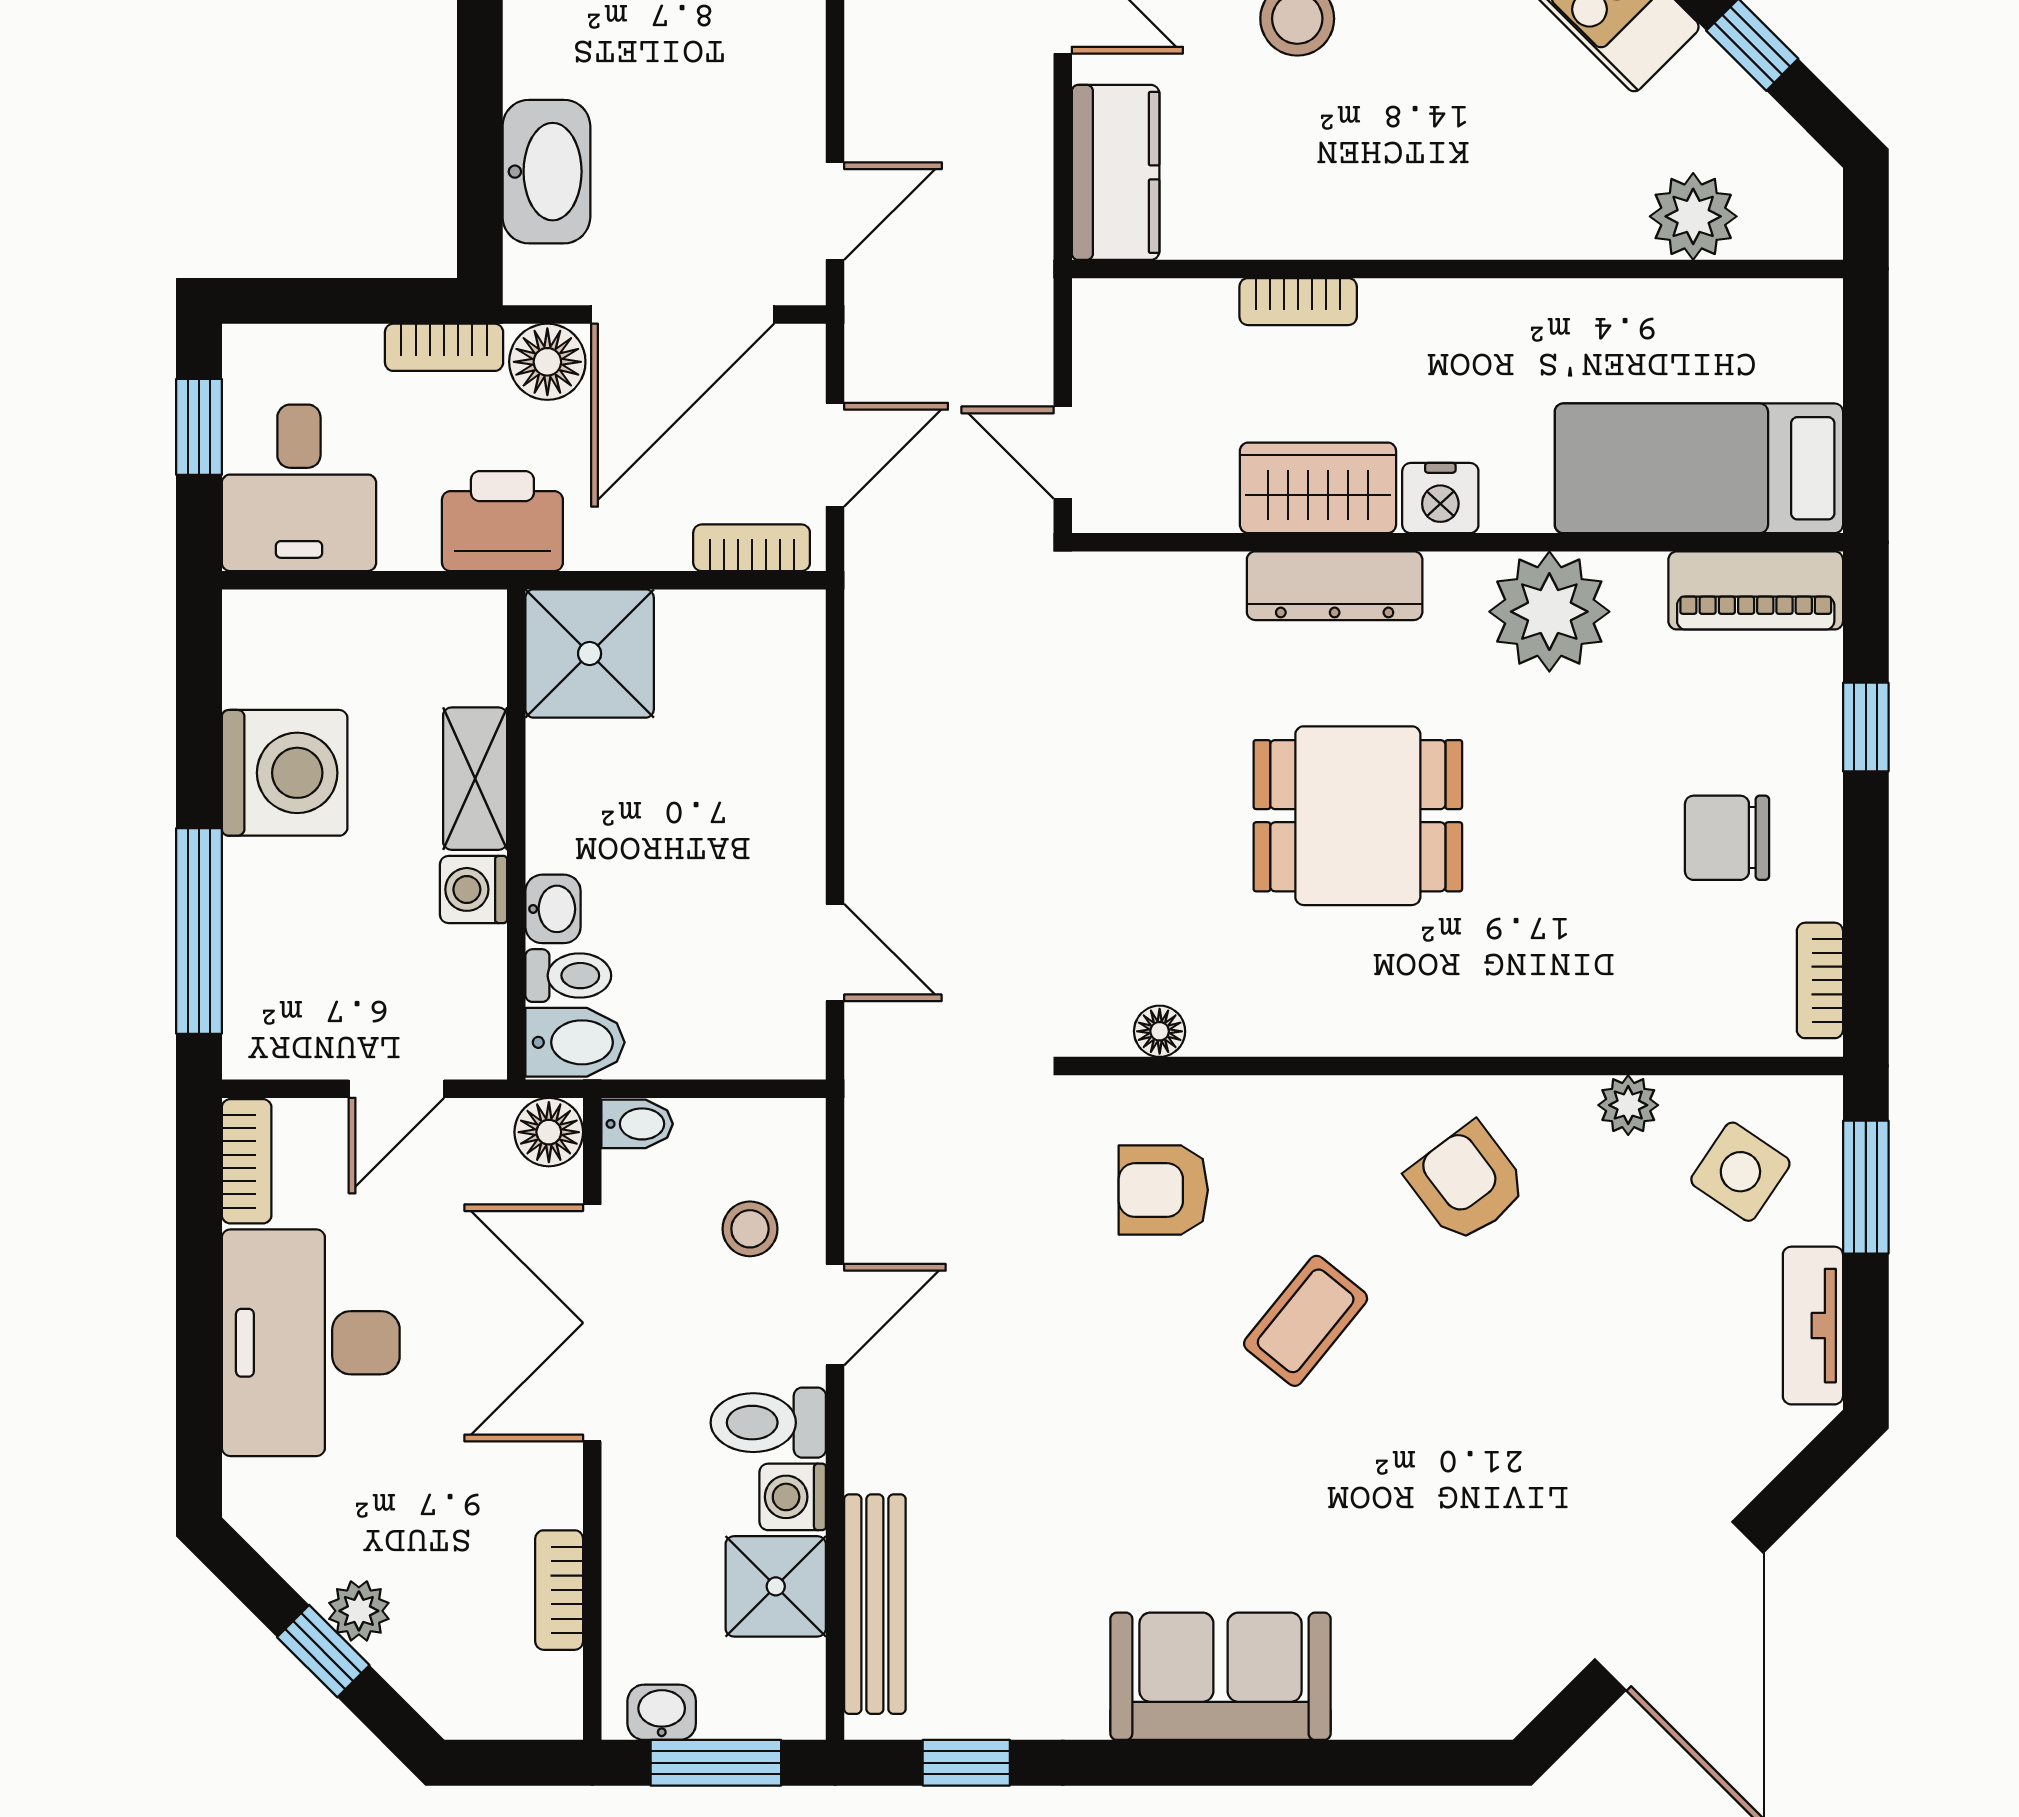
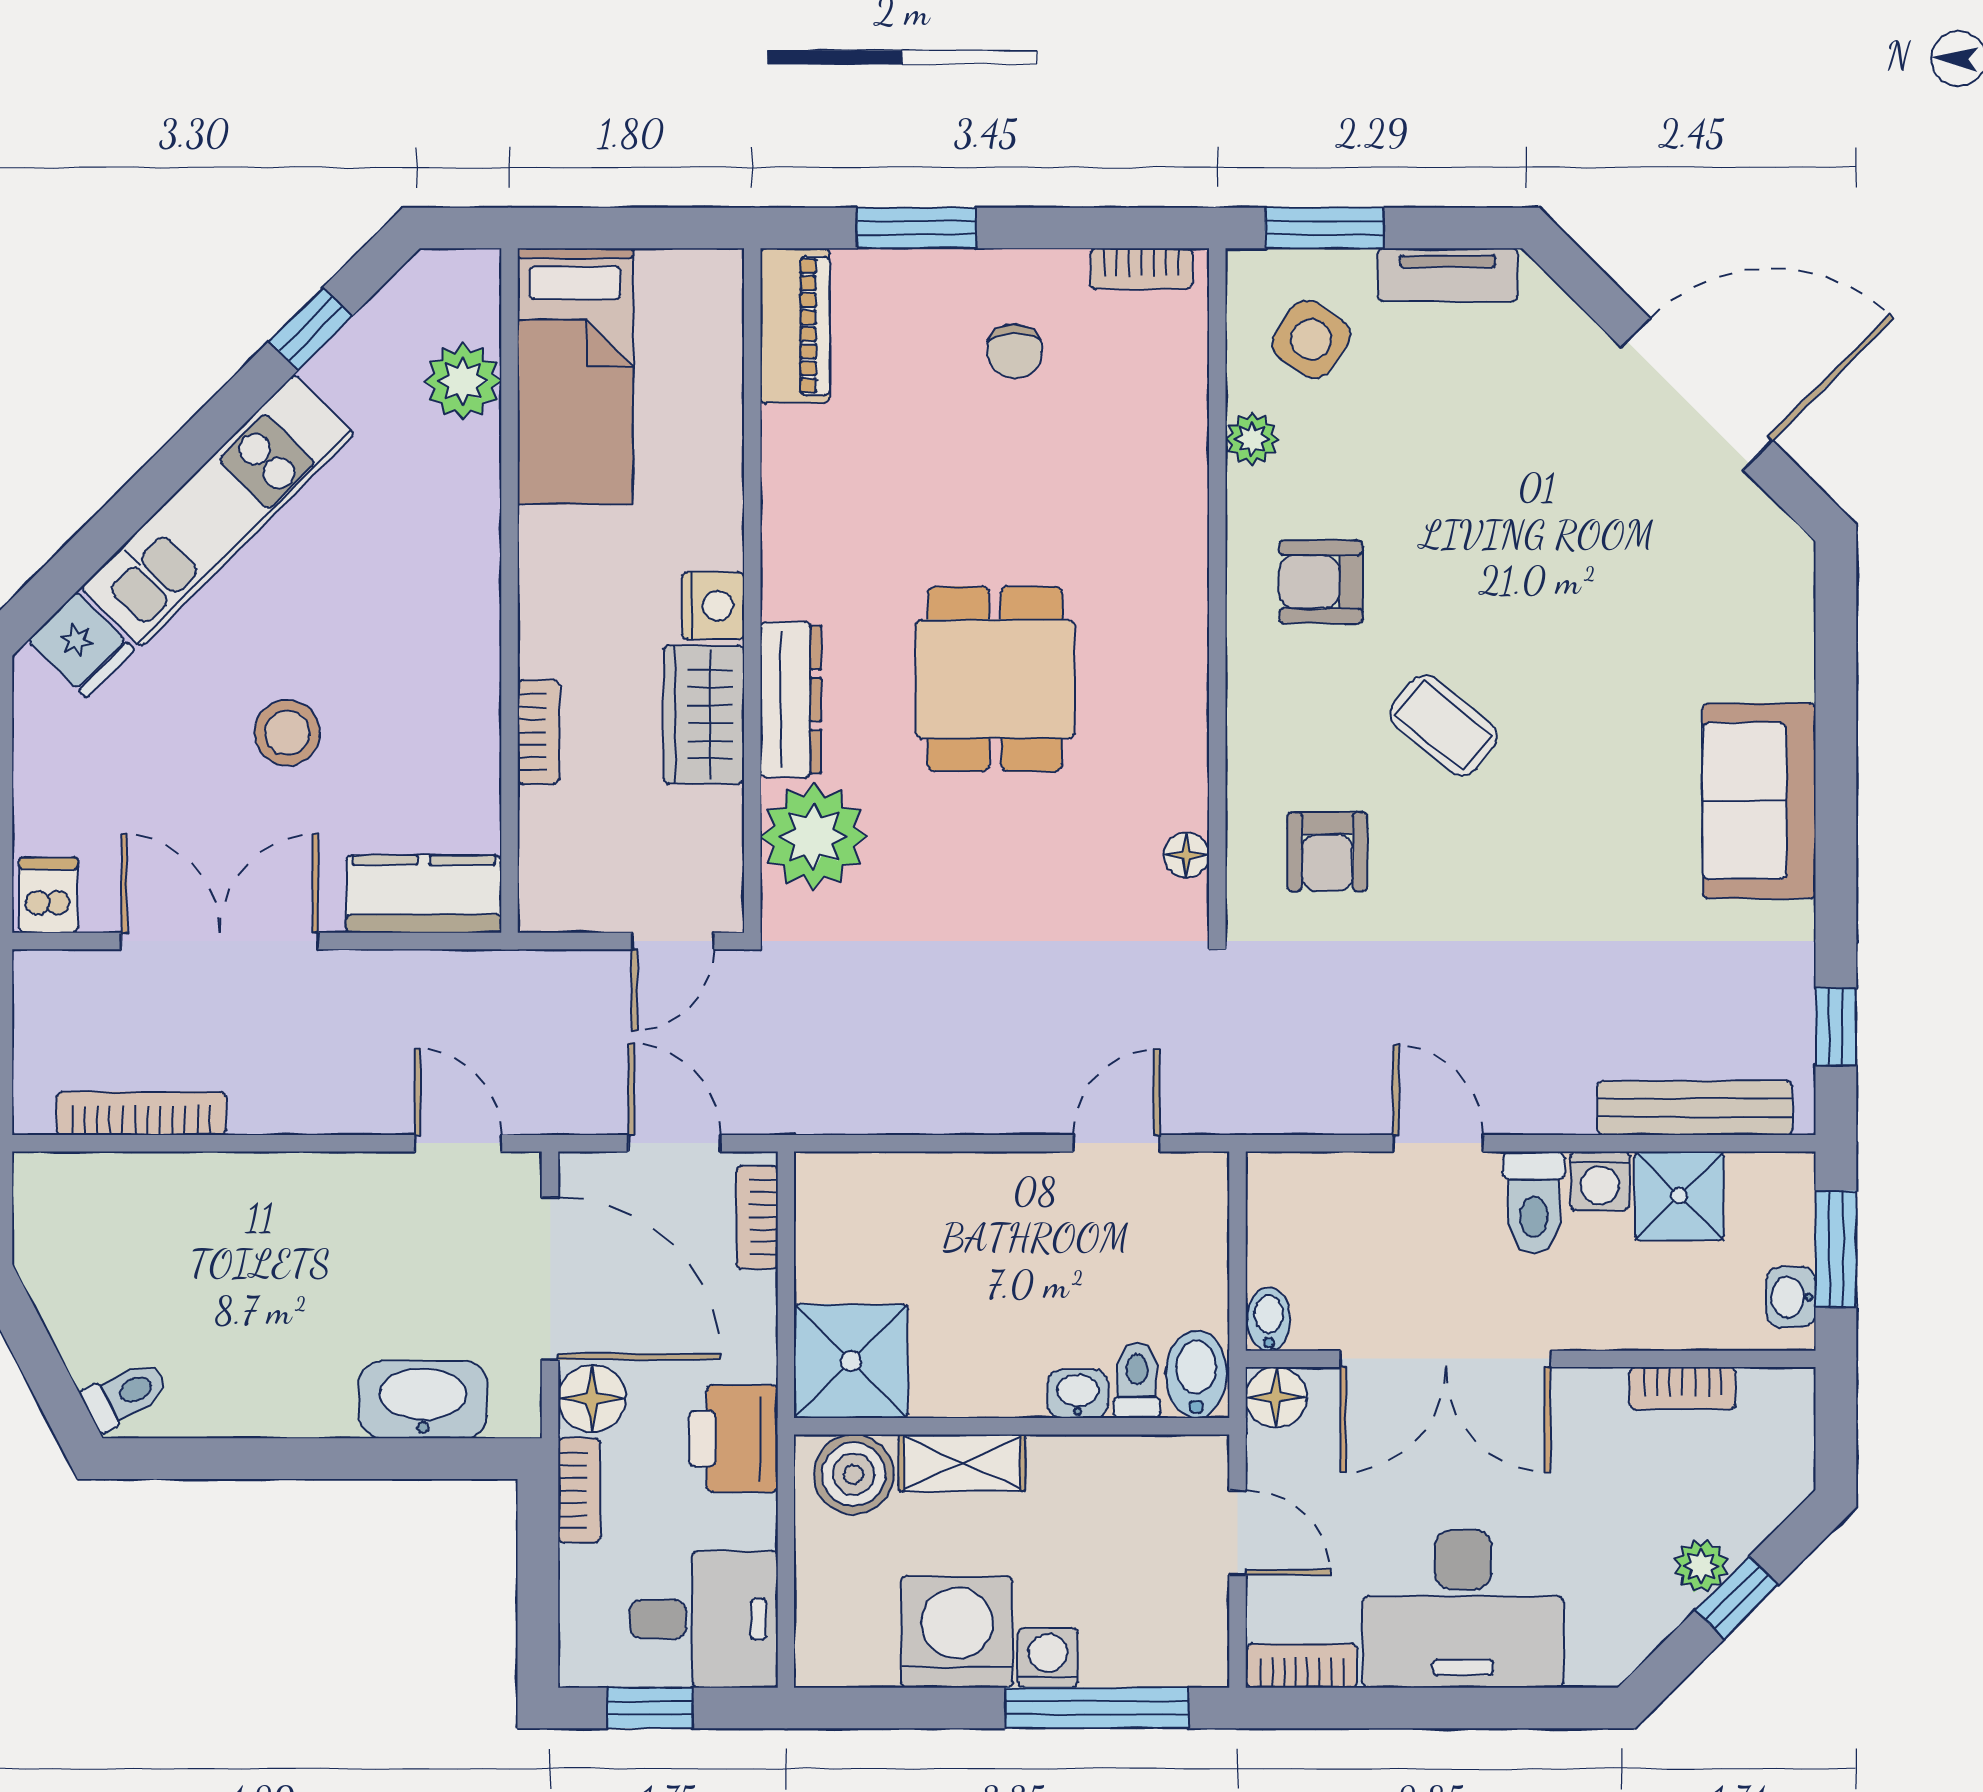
bed: (1699, 468) -> (575, 376), moved
plant: (1549, 612) -> (814, 836), moved
boiler: (462, 656) -> (854, 1474), added
window: (1866, 727) -> (916, 228), width x1.50
chair: (1727, 838) -> (1015, 351), width x0.73, depth x0.73
washing machine: (474, 889) -> (1048, 1658), moved, turned 180
armchair: (1467, 1183) -> (1321, 582), turned 37
stool: (750, 1229) -> (1362, 1219), removed

